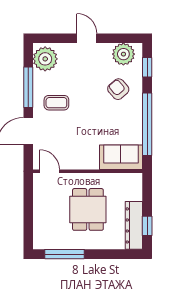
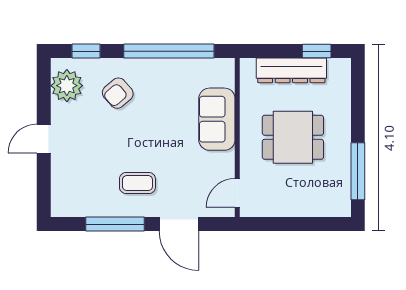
plant: (45, 59) -> (74, 199), removed
coffee table: (56, 103) -> (137, 183), turned 90
sofa: (121, 157) -> (217, 119), moved
dresser: (134, 225) -> (291, 70), moved

